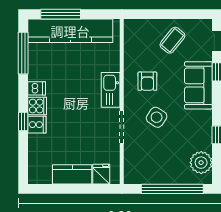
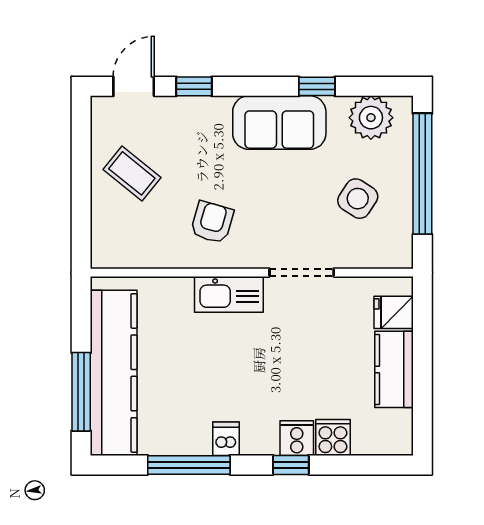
window: (23, 53) -> (189, 465), moved
armchair: (147, 81) -> (212, 222), turned -74
sofa: (198, 85) -> (279, 123), moved
cooker: (37, 106) -> (333, 438), moved
side table: (157, 117) -> (358, 199), moved

